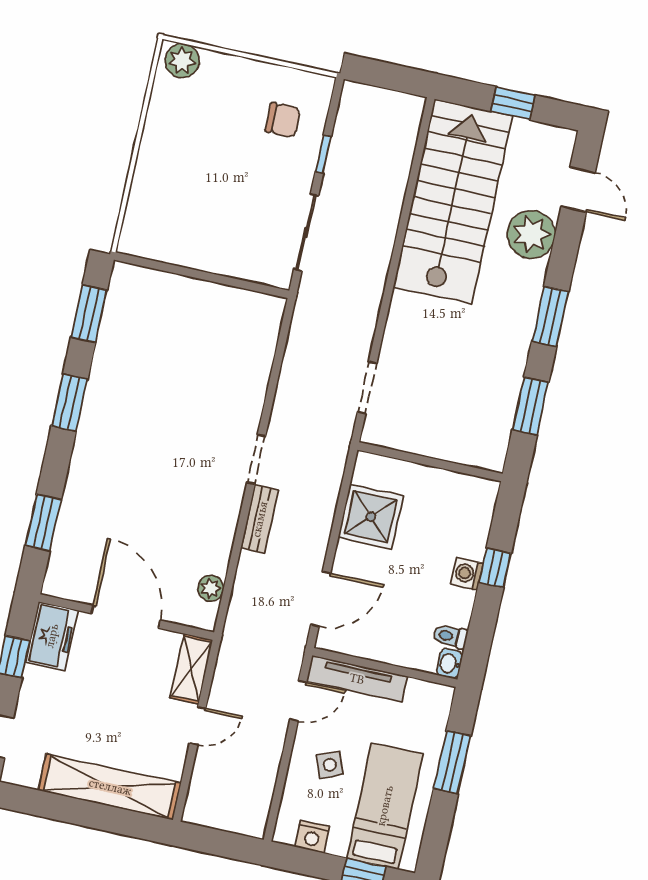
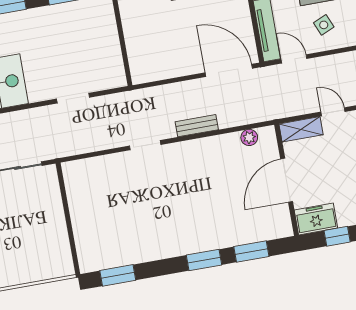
doorway: (367, 388) -> (73, 98), moved
window: (70, 403) -> (204, 260), moved
doorway: (256, 459) -> (145, 145), moved
shower: (371, 517) -> (168, 61), removed
door: (321, 599) -> (229, 70), width x1.36

